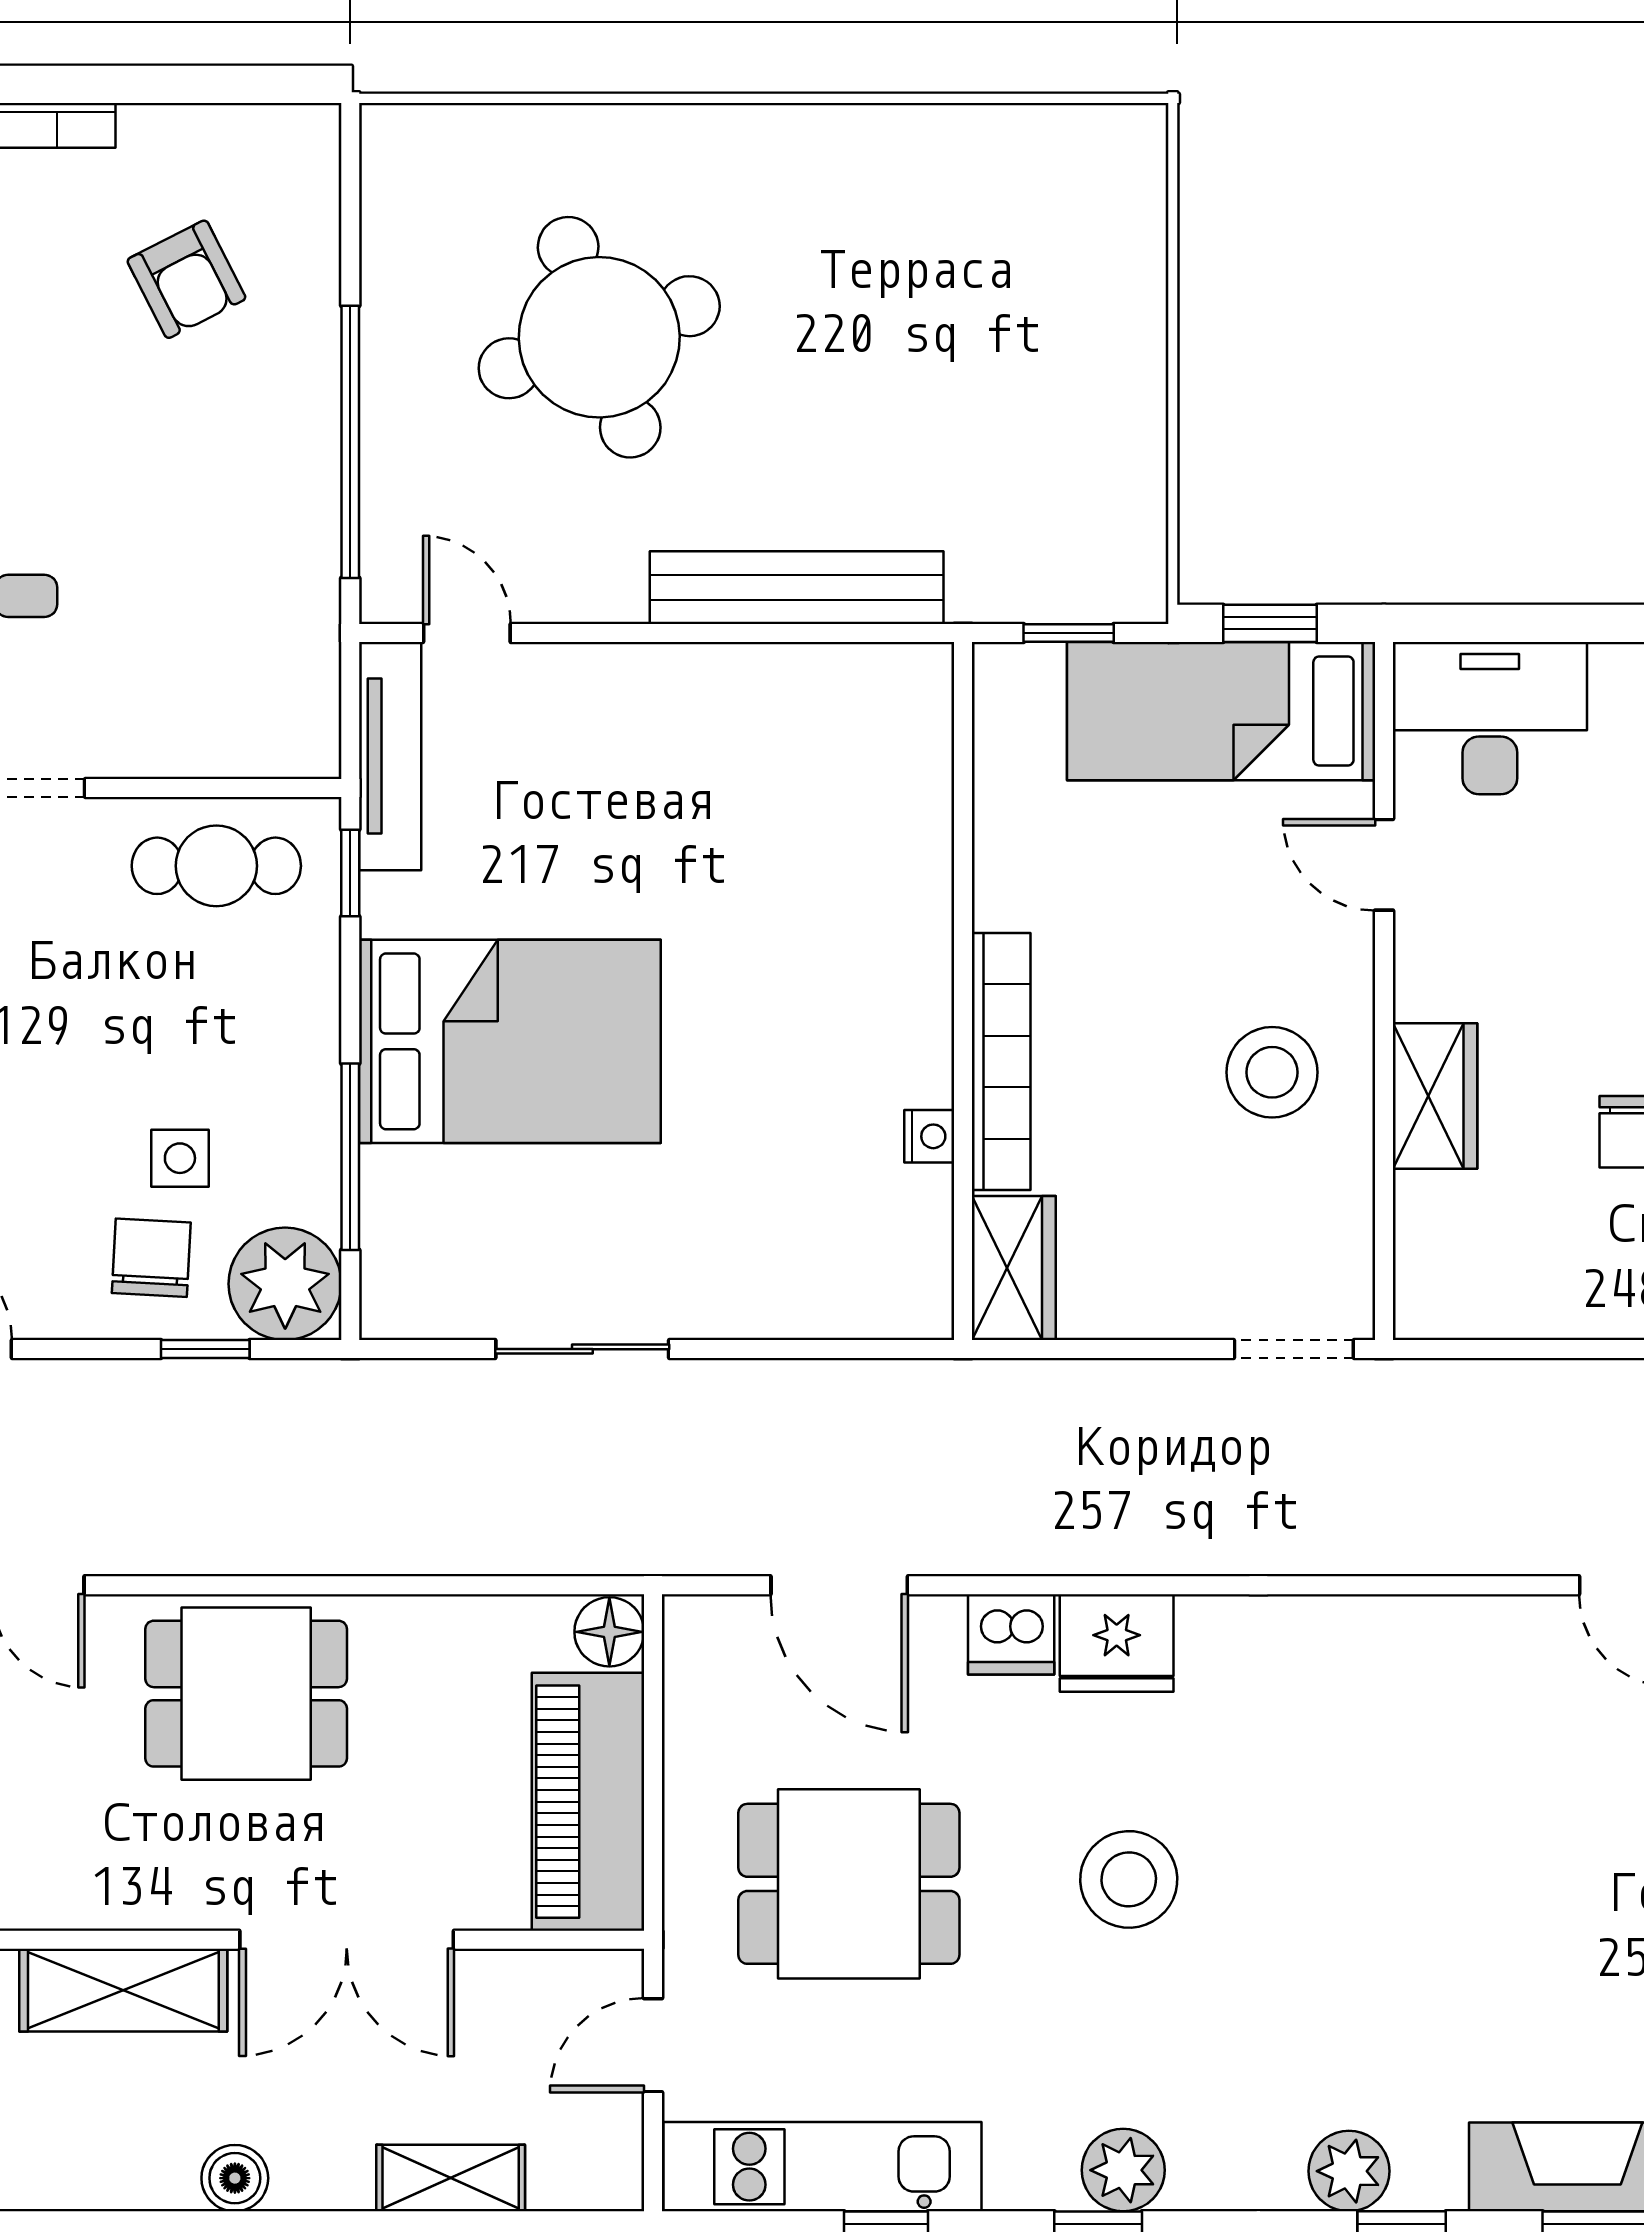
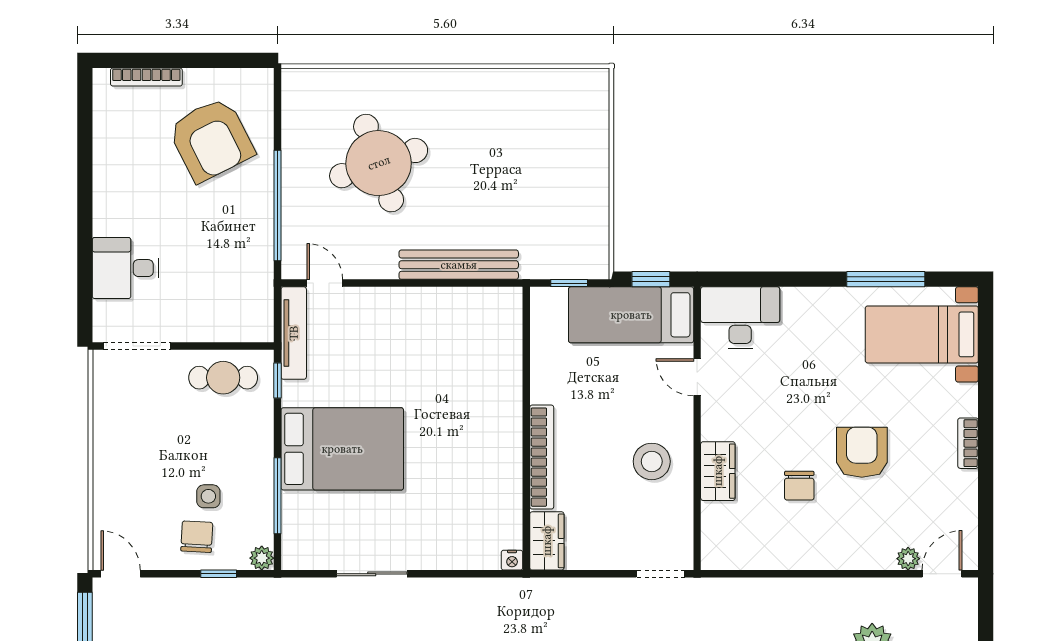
armchair: (186, 279) -> (211, 140), width x1.88, depth x1.88
nightstand: (929, 1136) -> (512, 560), moved, turned 90
plant: (285, 1284) -> (262, 558), width x0.53, depth x0.53

